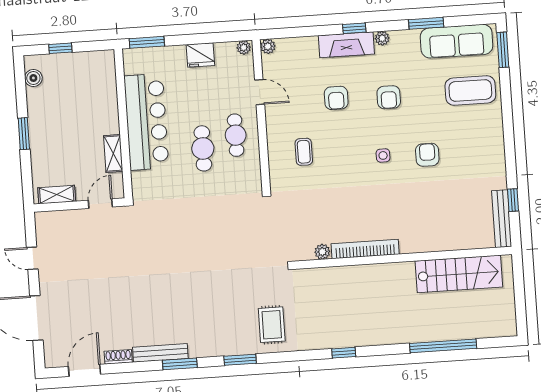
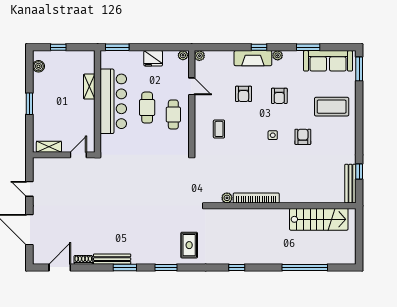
coffee table: (470, 90) -> (332, 107), moved
cafe table: (203, 148) -> (147, 108), moved
shelving: (113, 153) -> (89, 87), moved

